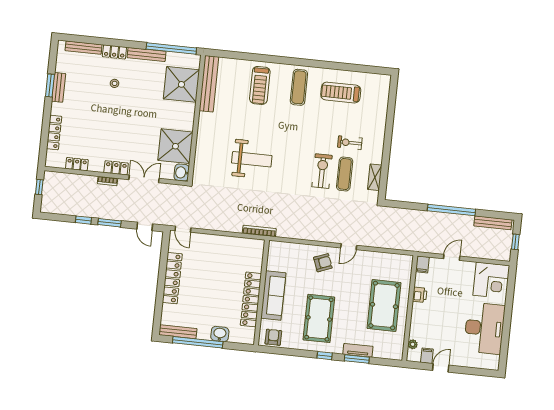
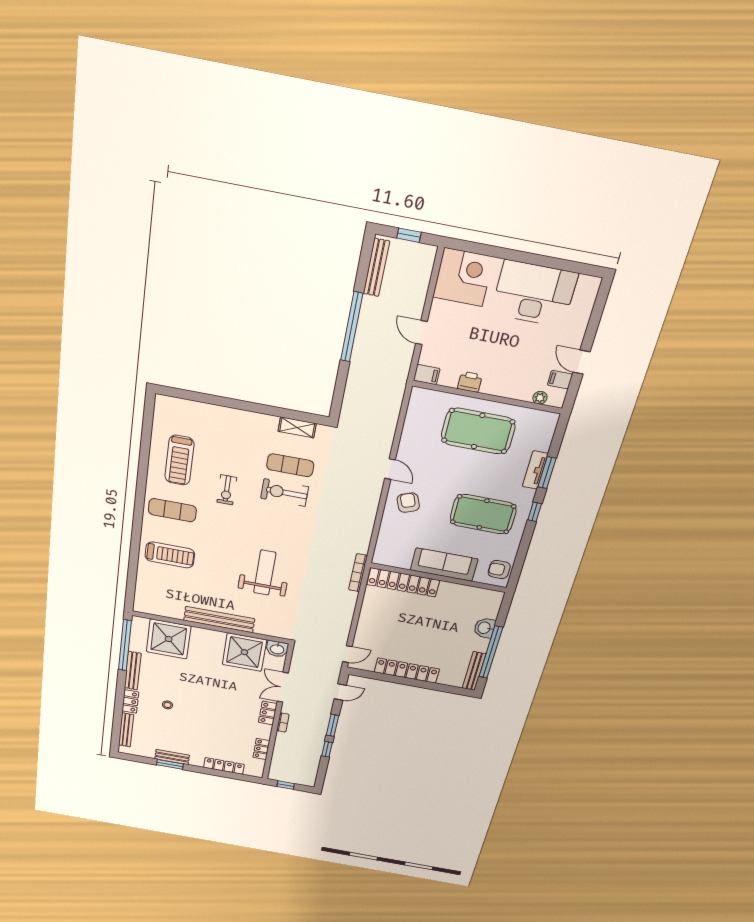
bench: (209, 84) -> (219, 620), moved
exercise bike: (350, 143) -> (227, 490), moved
locker: (251, 299) -> (403, 582), moved

